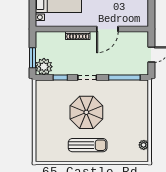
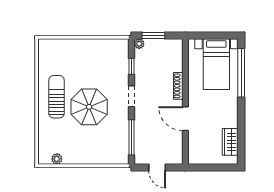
plant: (44, 67) -> (139, 44), width x0.53, depth x0.53
parasol: (86, 112) -> (89, 107), moved
sun lounger: (88, 145) -> (56, 97), turned 180

